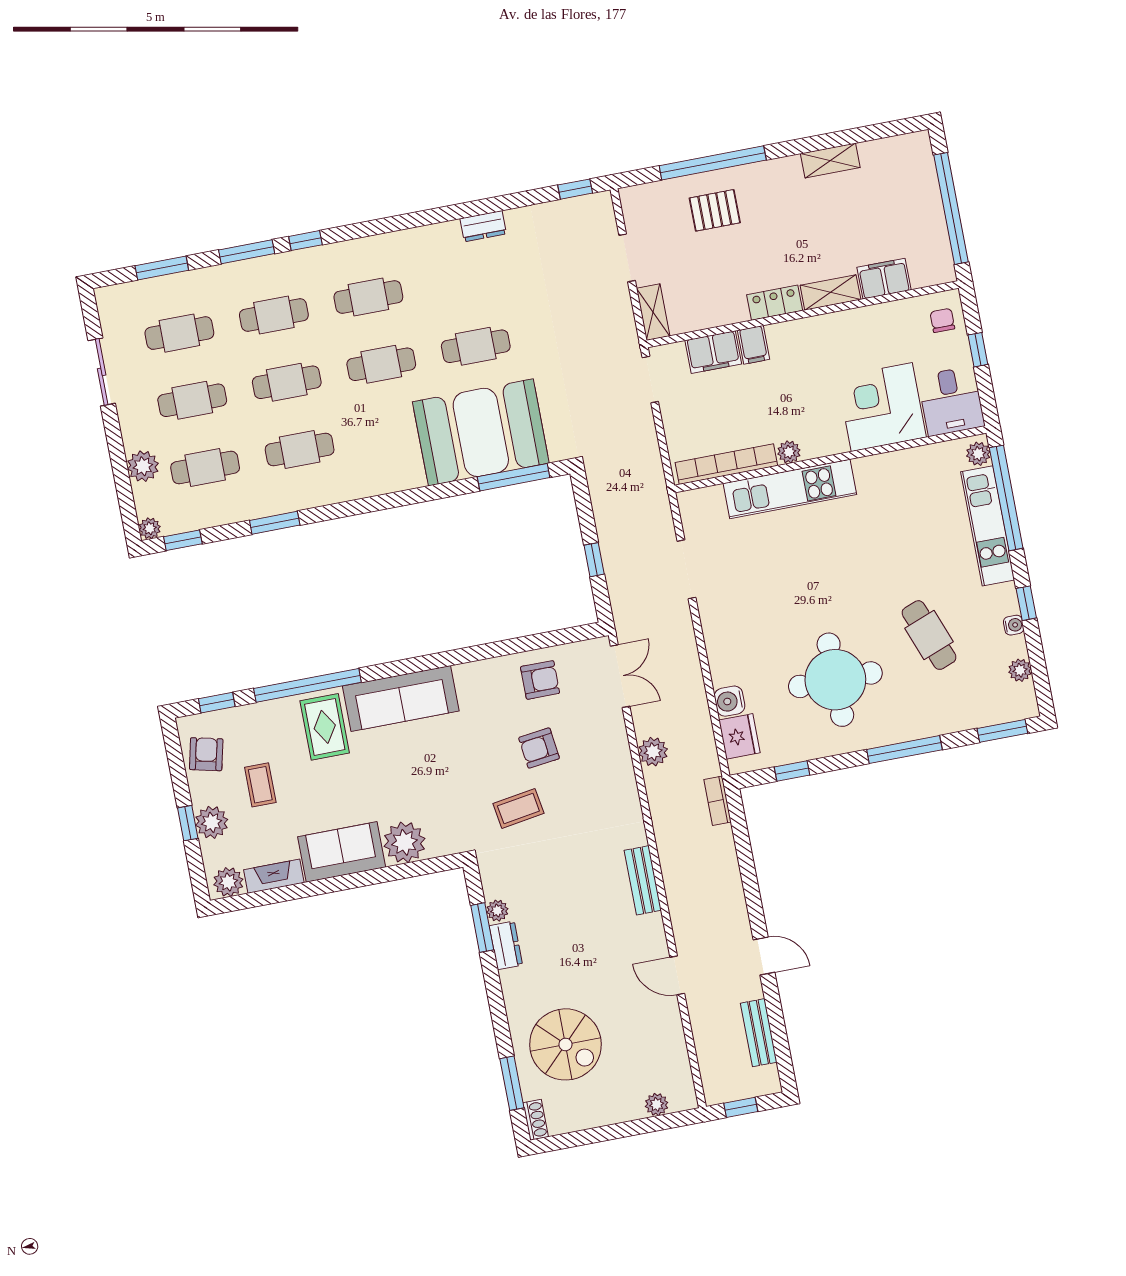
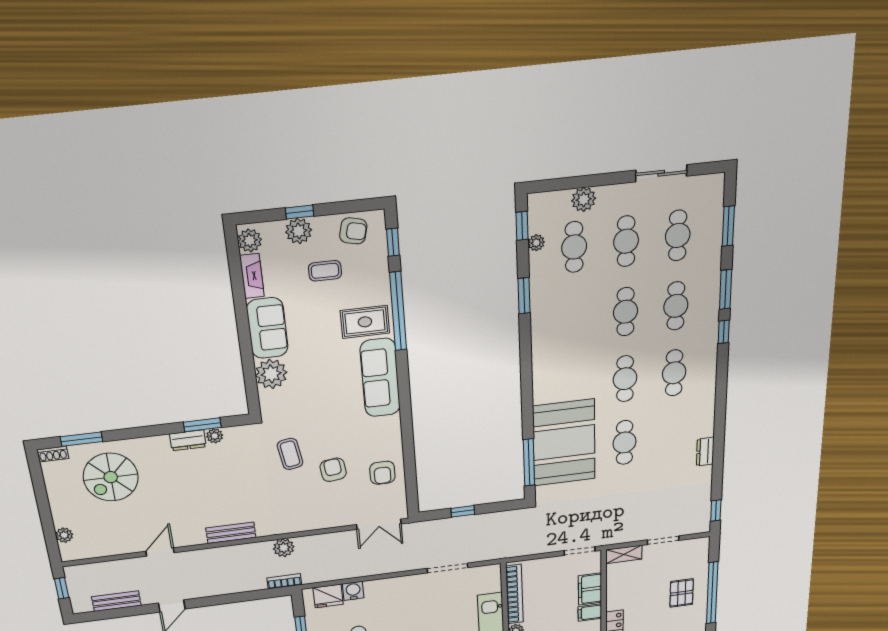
cafe table: (300, 450) -> (575, 318), removed
plant: (150, 528) -> (536, 243), moved
plant: (653, 752) -> (284, 548), moved

